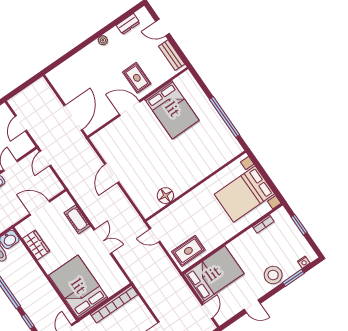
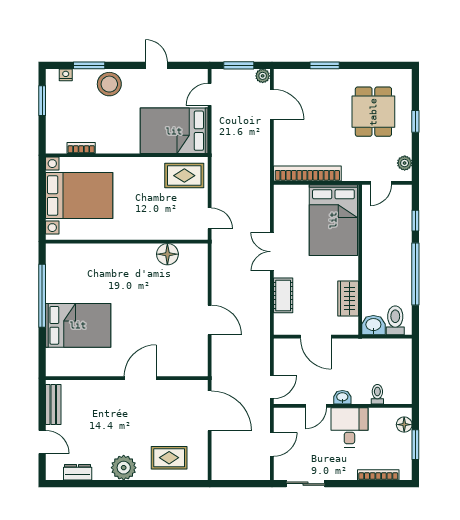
plant: (103, 40) -> (124, 468), width x1.87, depth x1.87
rug: (137, 78) -> (169, 458), moved, turned 90
door: (130, 108) -> (140, 378), swing flipped
bed: (172, 110) -> (78, 325), moved, turned 90
door: (73, 118) -> (210, 411), swing flipped
door: (112, 173) -> (210, 320), hinge flipped
window: (299, 225) -> (42, 101), moved

